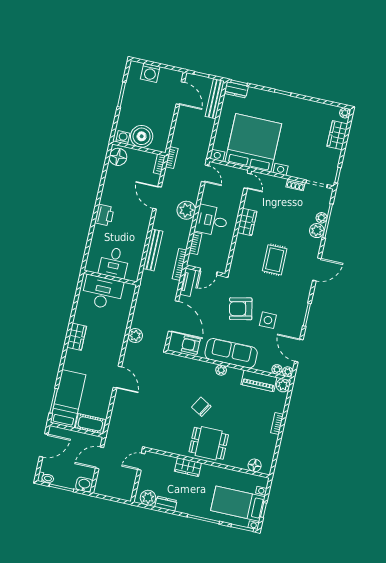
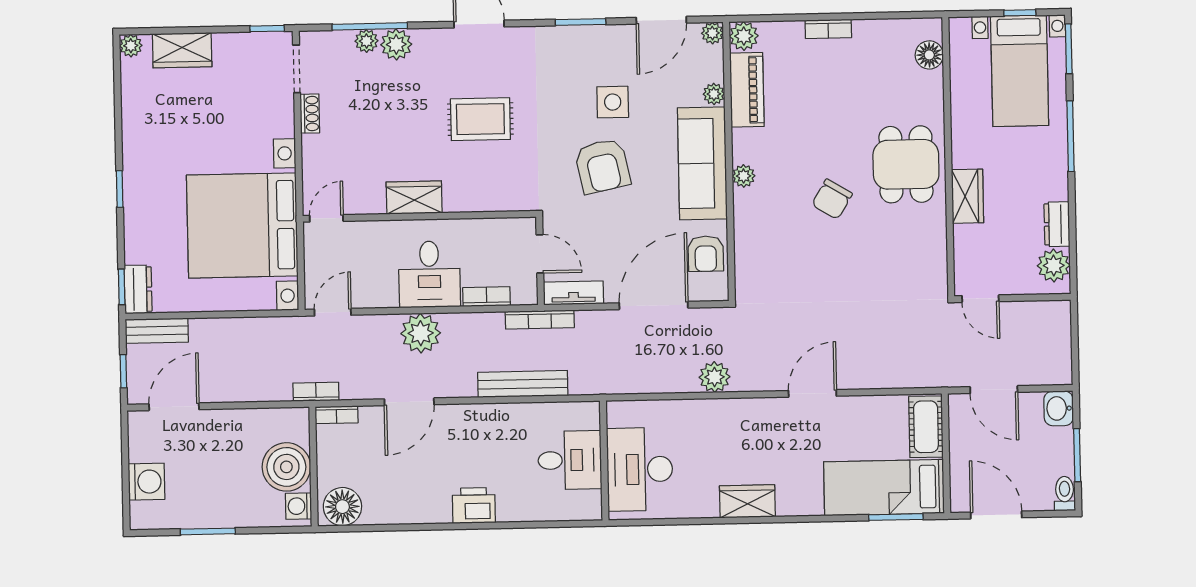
bench: (215, 99) -> (157, 331), width x0.73
plant: (277, 369) -> (714, 94), moved

